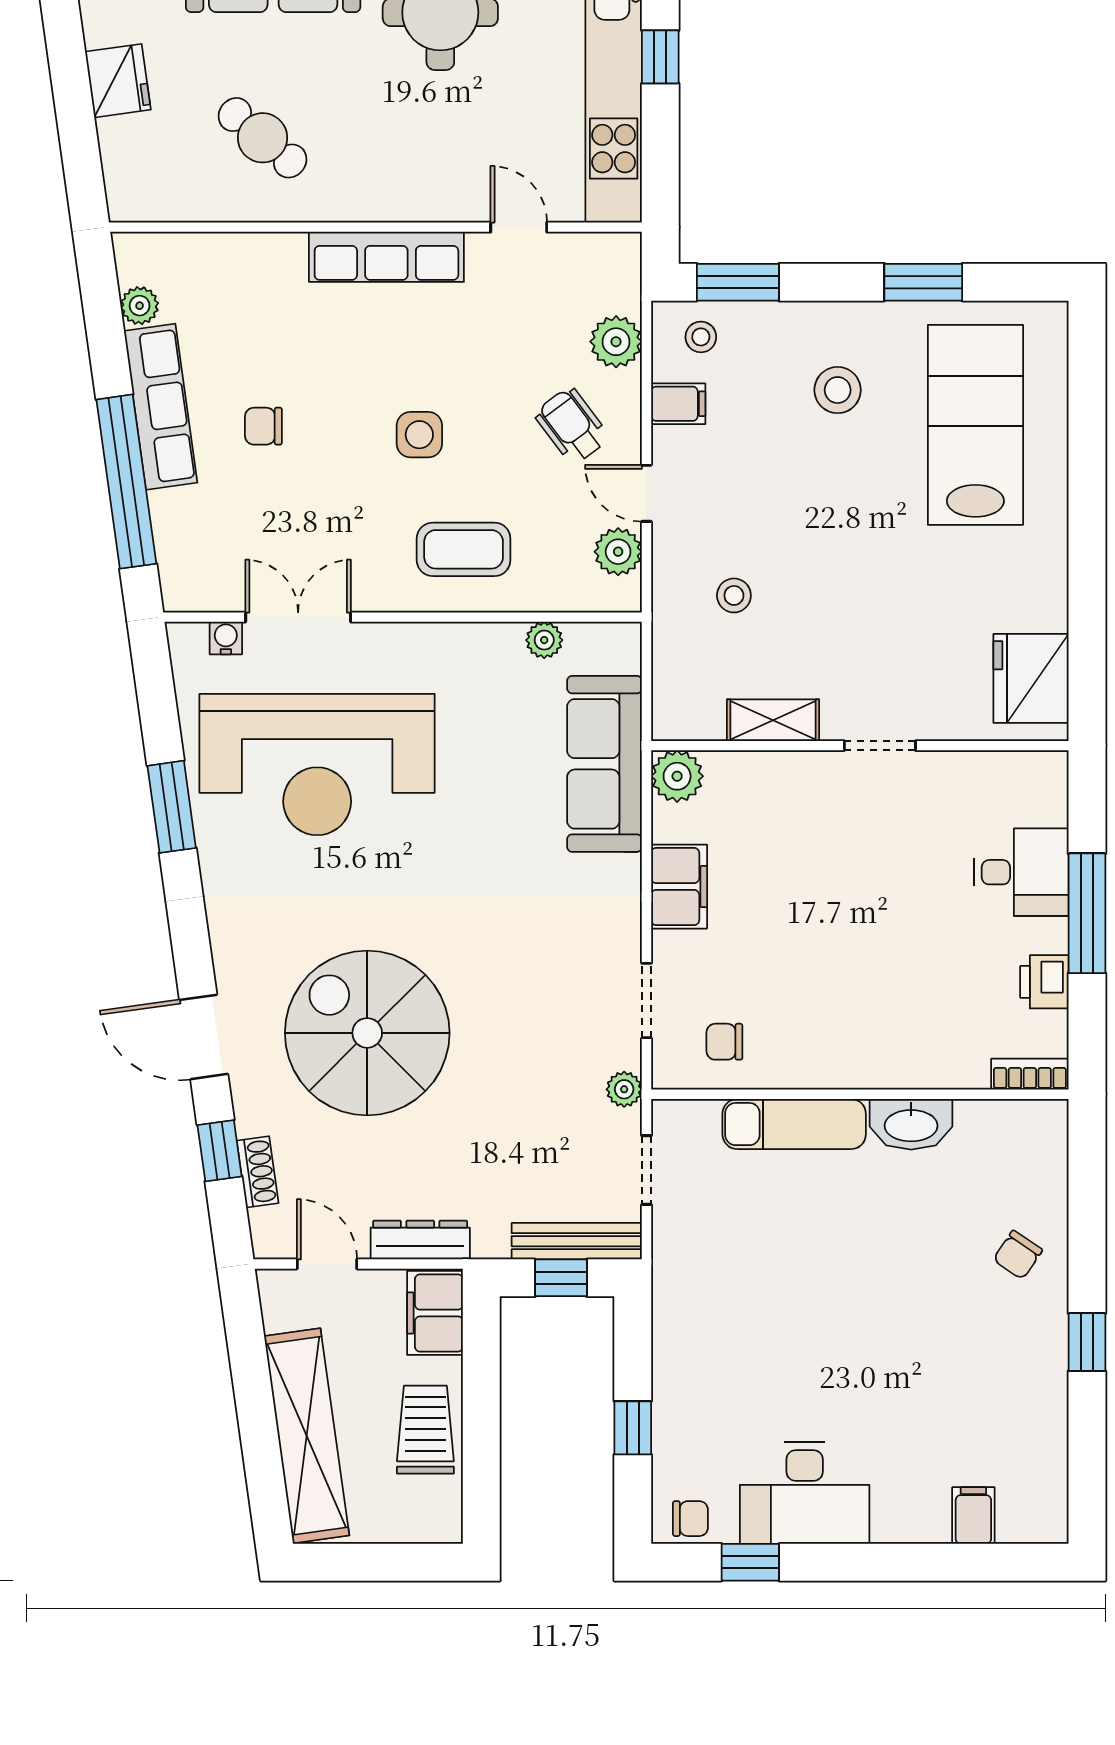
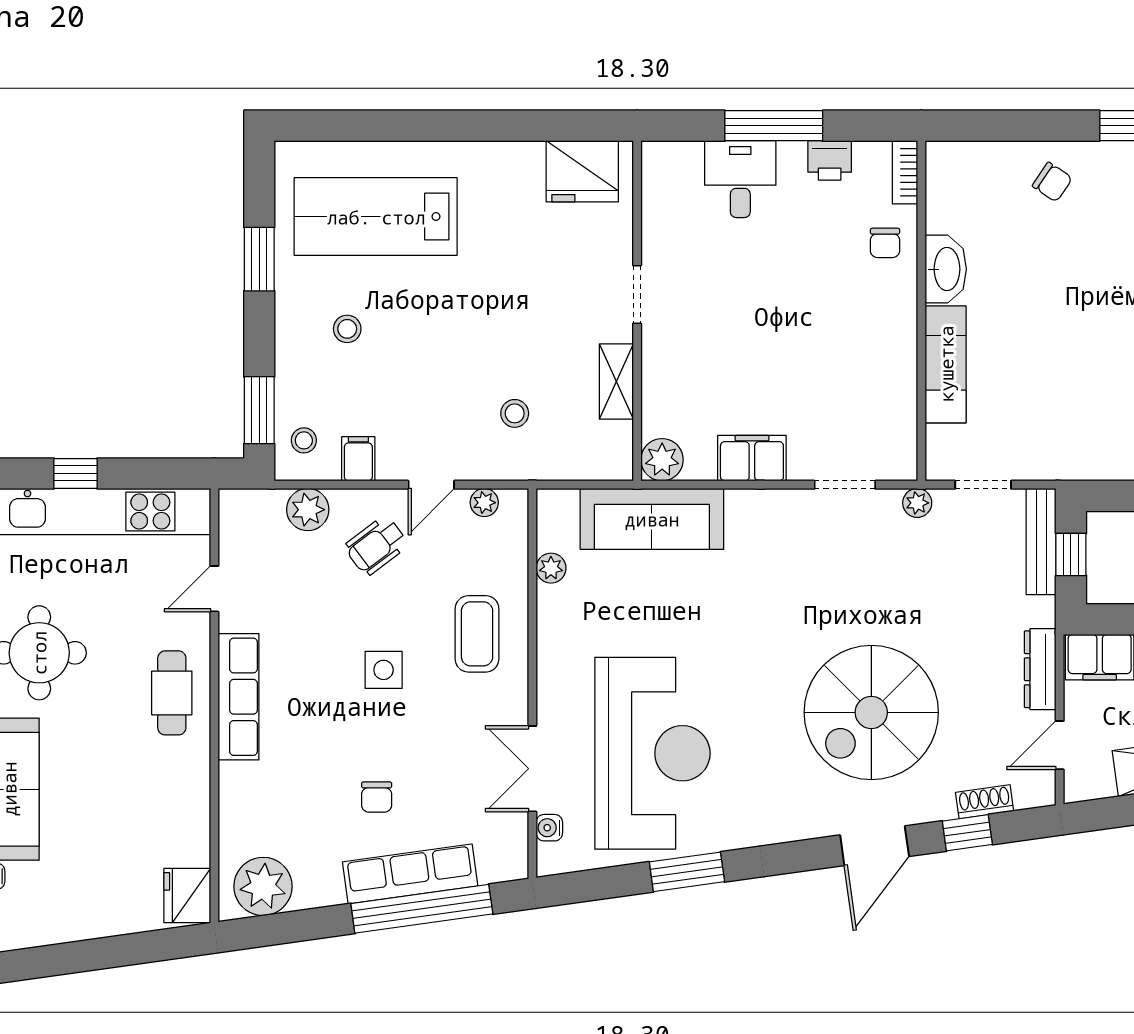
fridge: (118, 81) -> (187, 895), moved, turned -82
cafe table: (263, 138) -> (172, 693), moved, turned -40
plant: (140, 306) -> (263, 886), width x1.87, depth x1.87
stool: (838, 390) -> (347, 329), width x0.73, depth x0.73
row of seats: (161, 407) -> (410, 874), moved
plant: (618, 552) -> (484, 503), width x0.73, depth x0.73
chair: (724, 1042) -> (885, 243), moved

